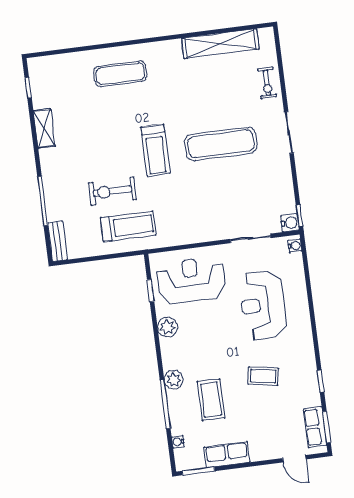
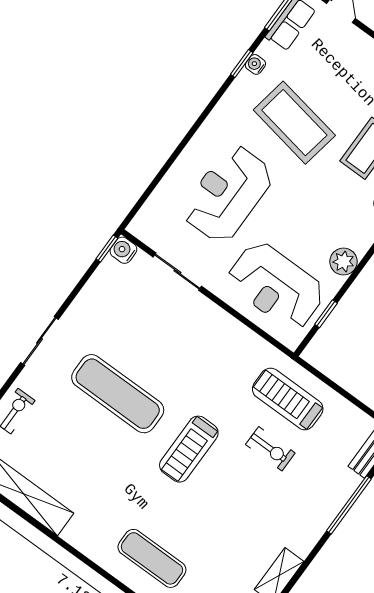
treadmill: (155, 150) -> (189, 449), turned 180
exercise bike: (112, 191) -> (270, 449), width x0.73, depth x0.72
water cooler: (295, 246) -> (255, 64), moved
reception desk: (263, 305) -> (228, 194), turned 180
coffee table: (263, 376) -> (294, 123), width x1.86, depth x1.72

